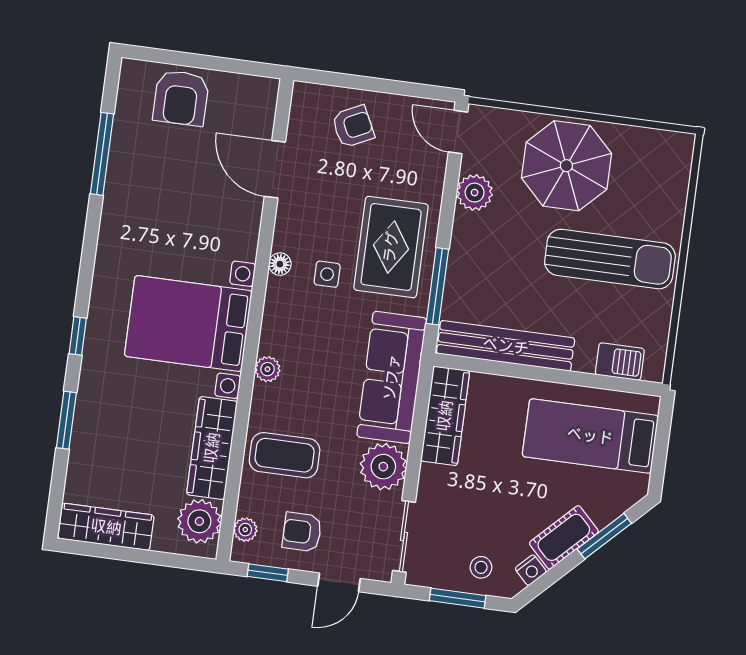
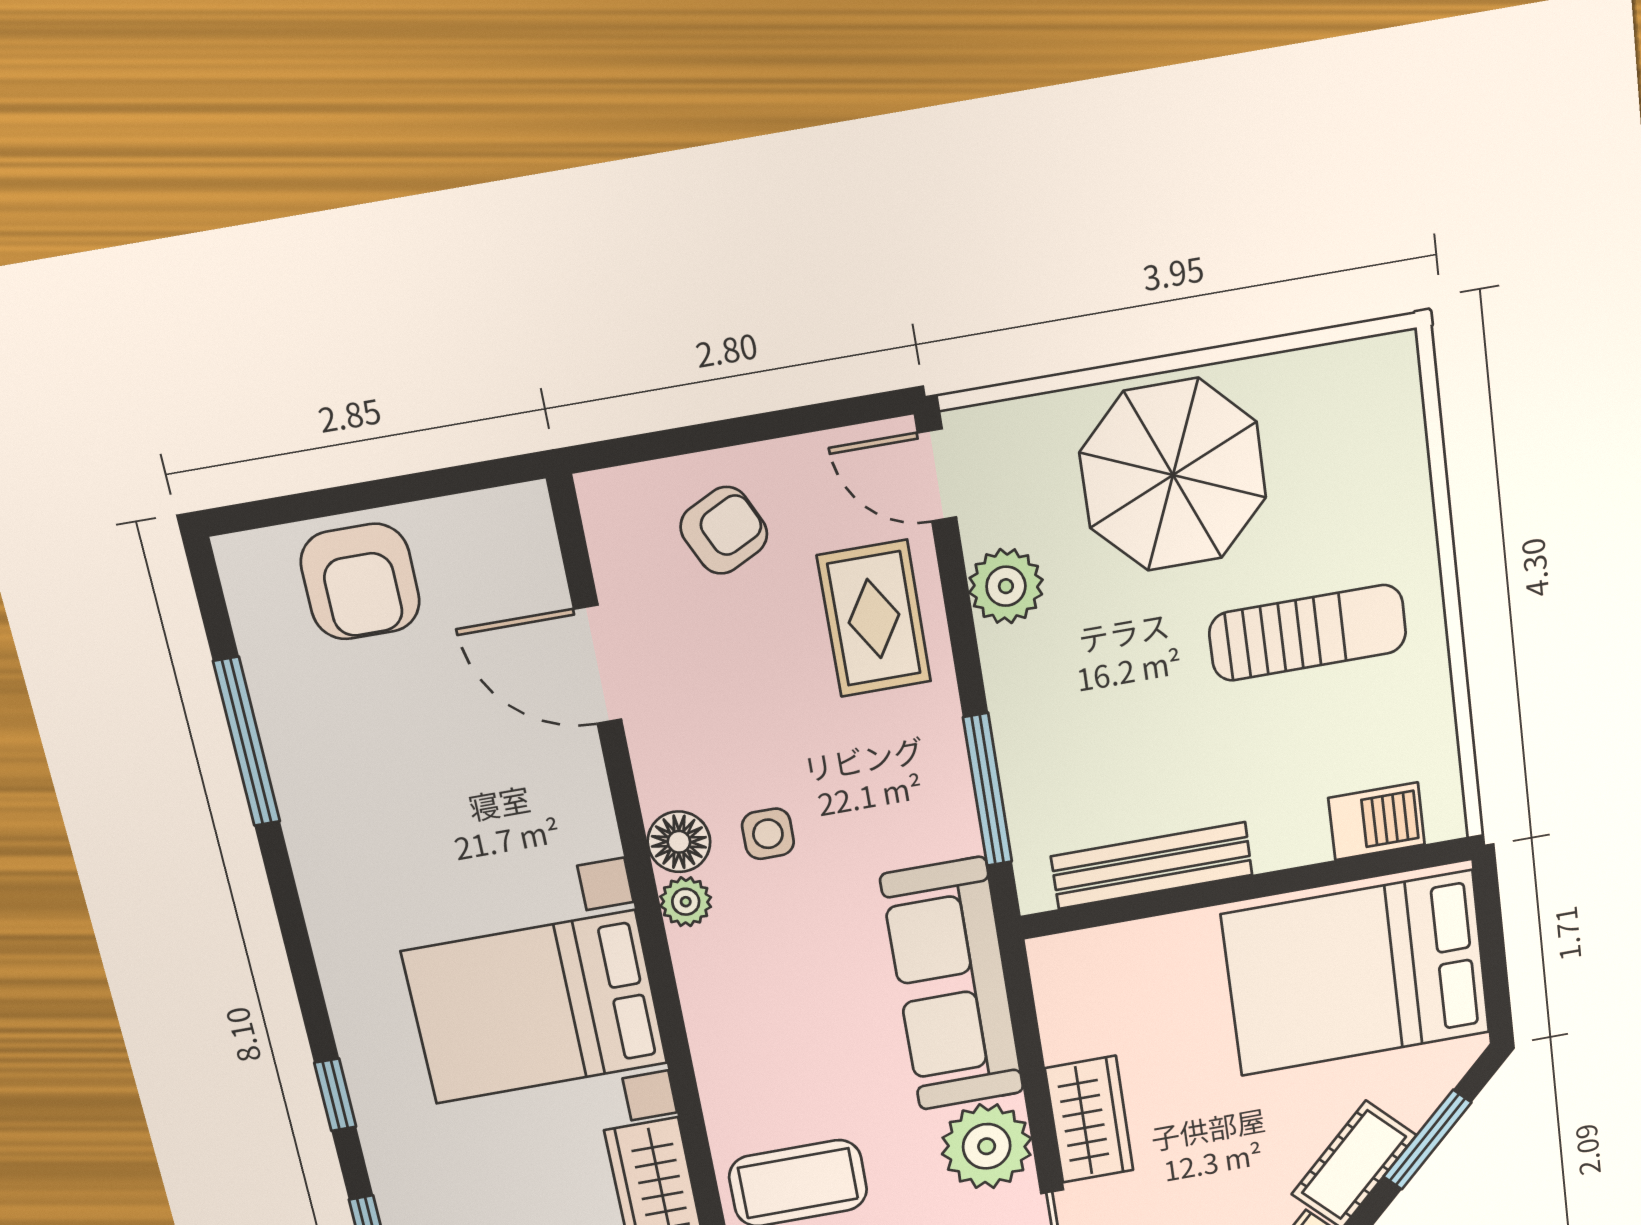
rug: (391, 247) -> (874, 619), moved, width x0.73, depth x0.70
sun lounger: (610, 259) -> (1308, 633), width x0.73, depth x0.75
floor lamp: (280, 264) -> (679, 842), width x1.37, depth x1.37
bench: (506, 346) -> (1152, 866), width x0.73, depth x0.82
plant: (268, 369) -> (686, 902), moved
wardrobe: (445, 416) -> (1089, 1119), moved, width x0.67
bed: (590, 436) -> (1356, 974), width x1.50

